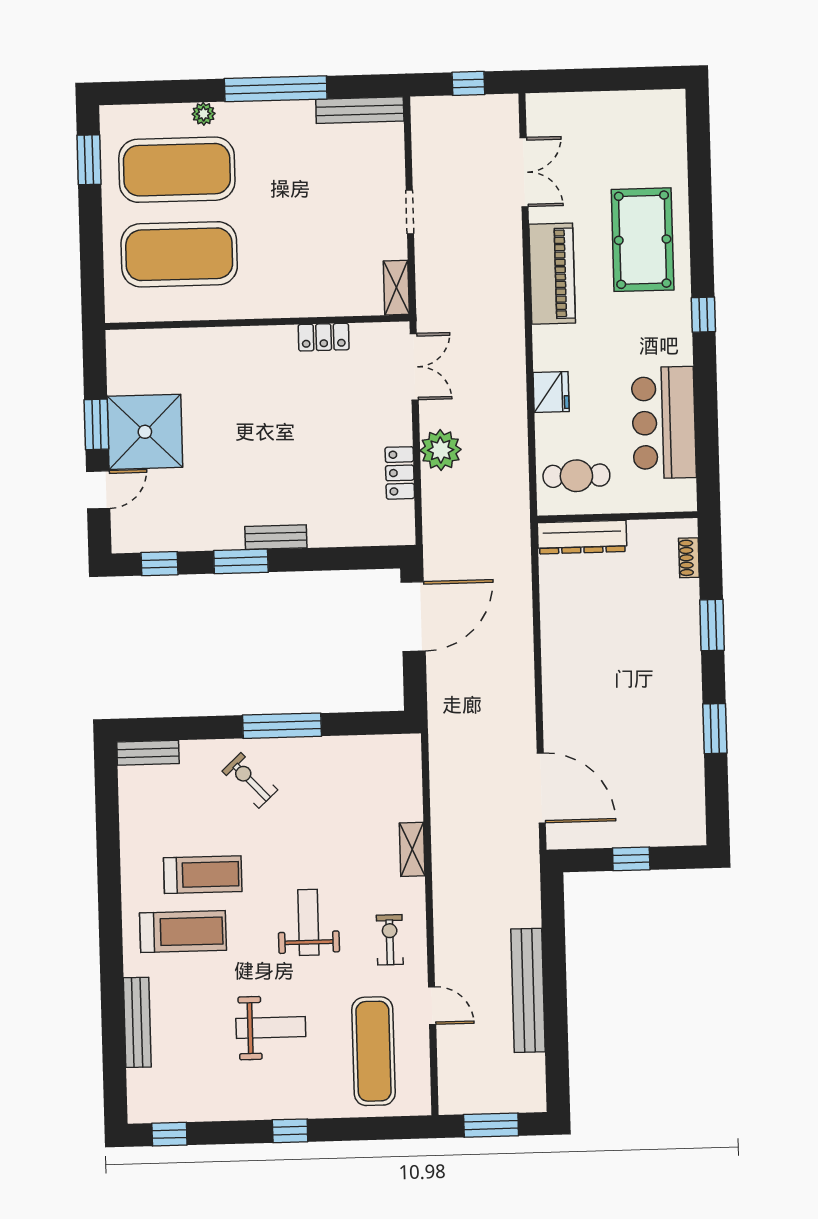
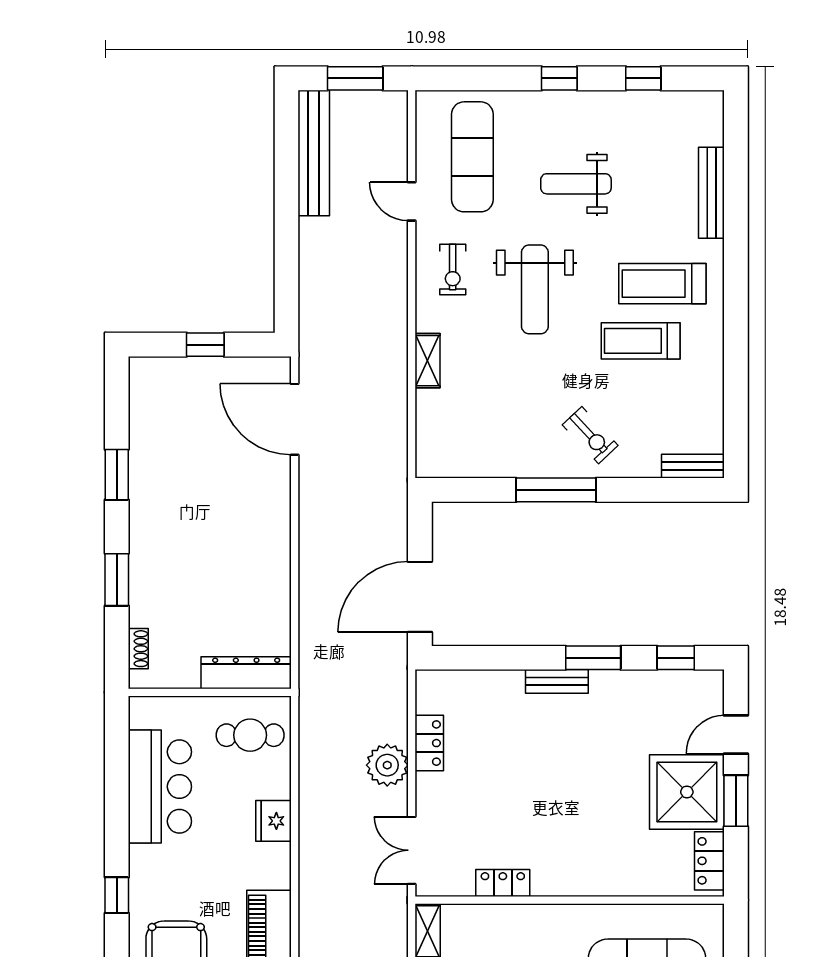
locker: (121, 365) -> (709, 861), added
weight bench: (308, 922) -> (535, 289), width x1.36, depth x1.33
bench: (528, 990) -> (314, 153), moved
window: (169, 1134) -> (643, 78), moved

